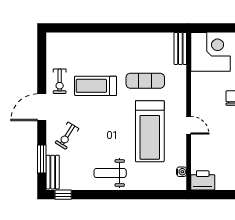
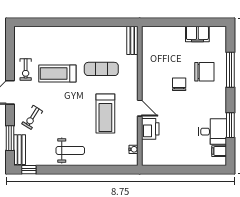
corner desk: (210, 52) -> (159, 43), removed
treadmill: (150, 131) -> (105, 114), width x0.73, depth x0.73
weight bench: (110, 173) -> (70, 150), turned 180
printer: (203, 180) -> (150, 129), moved, turned 90

